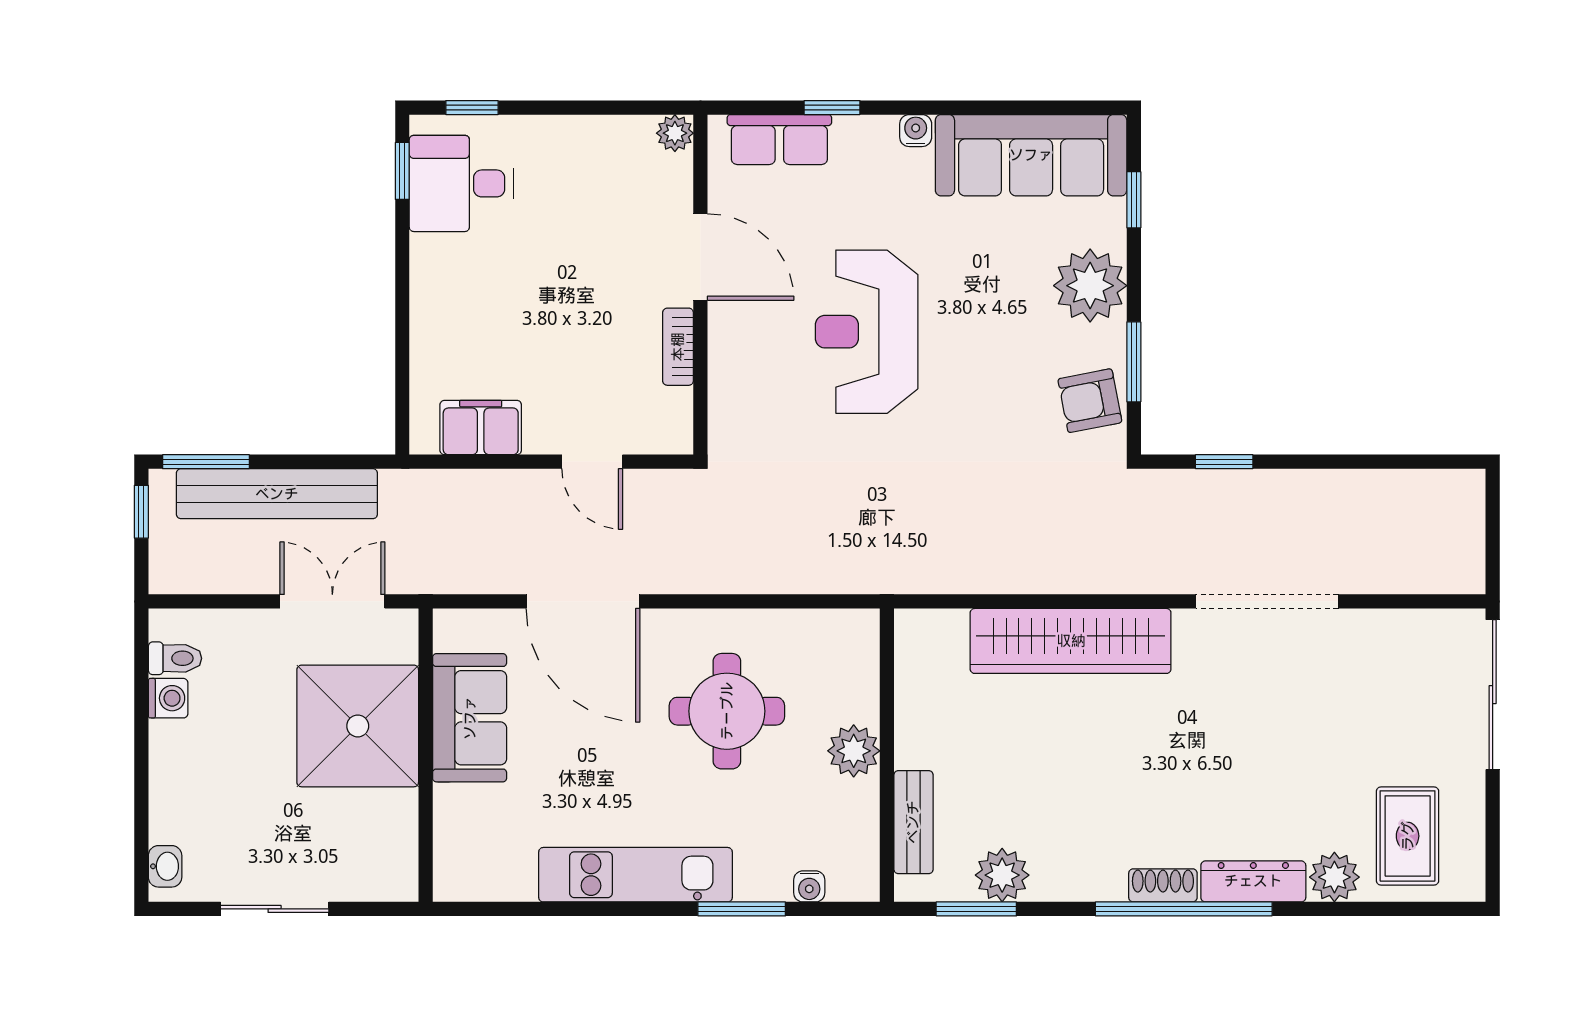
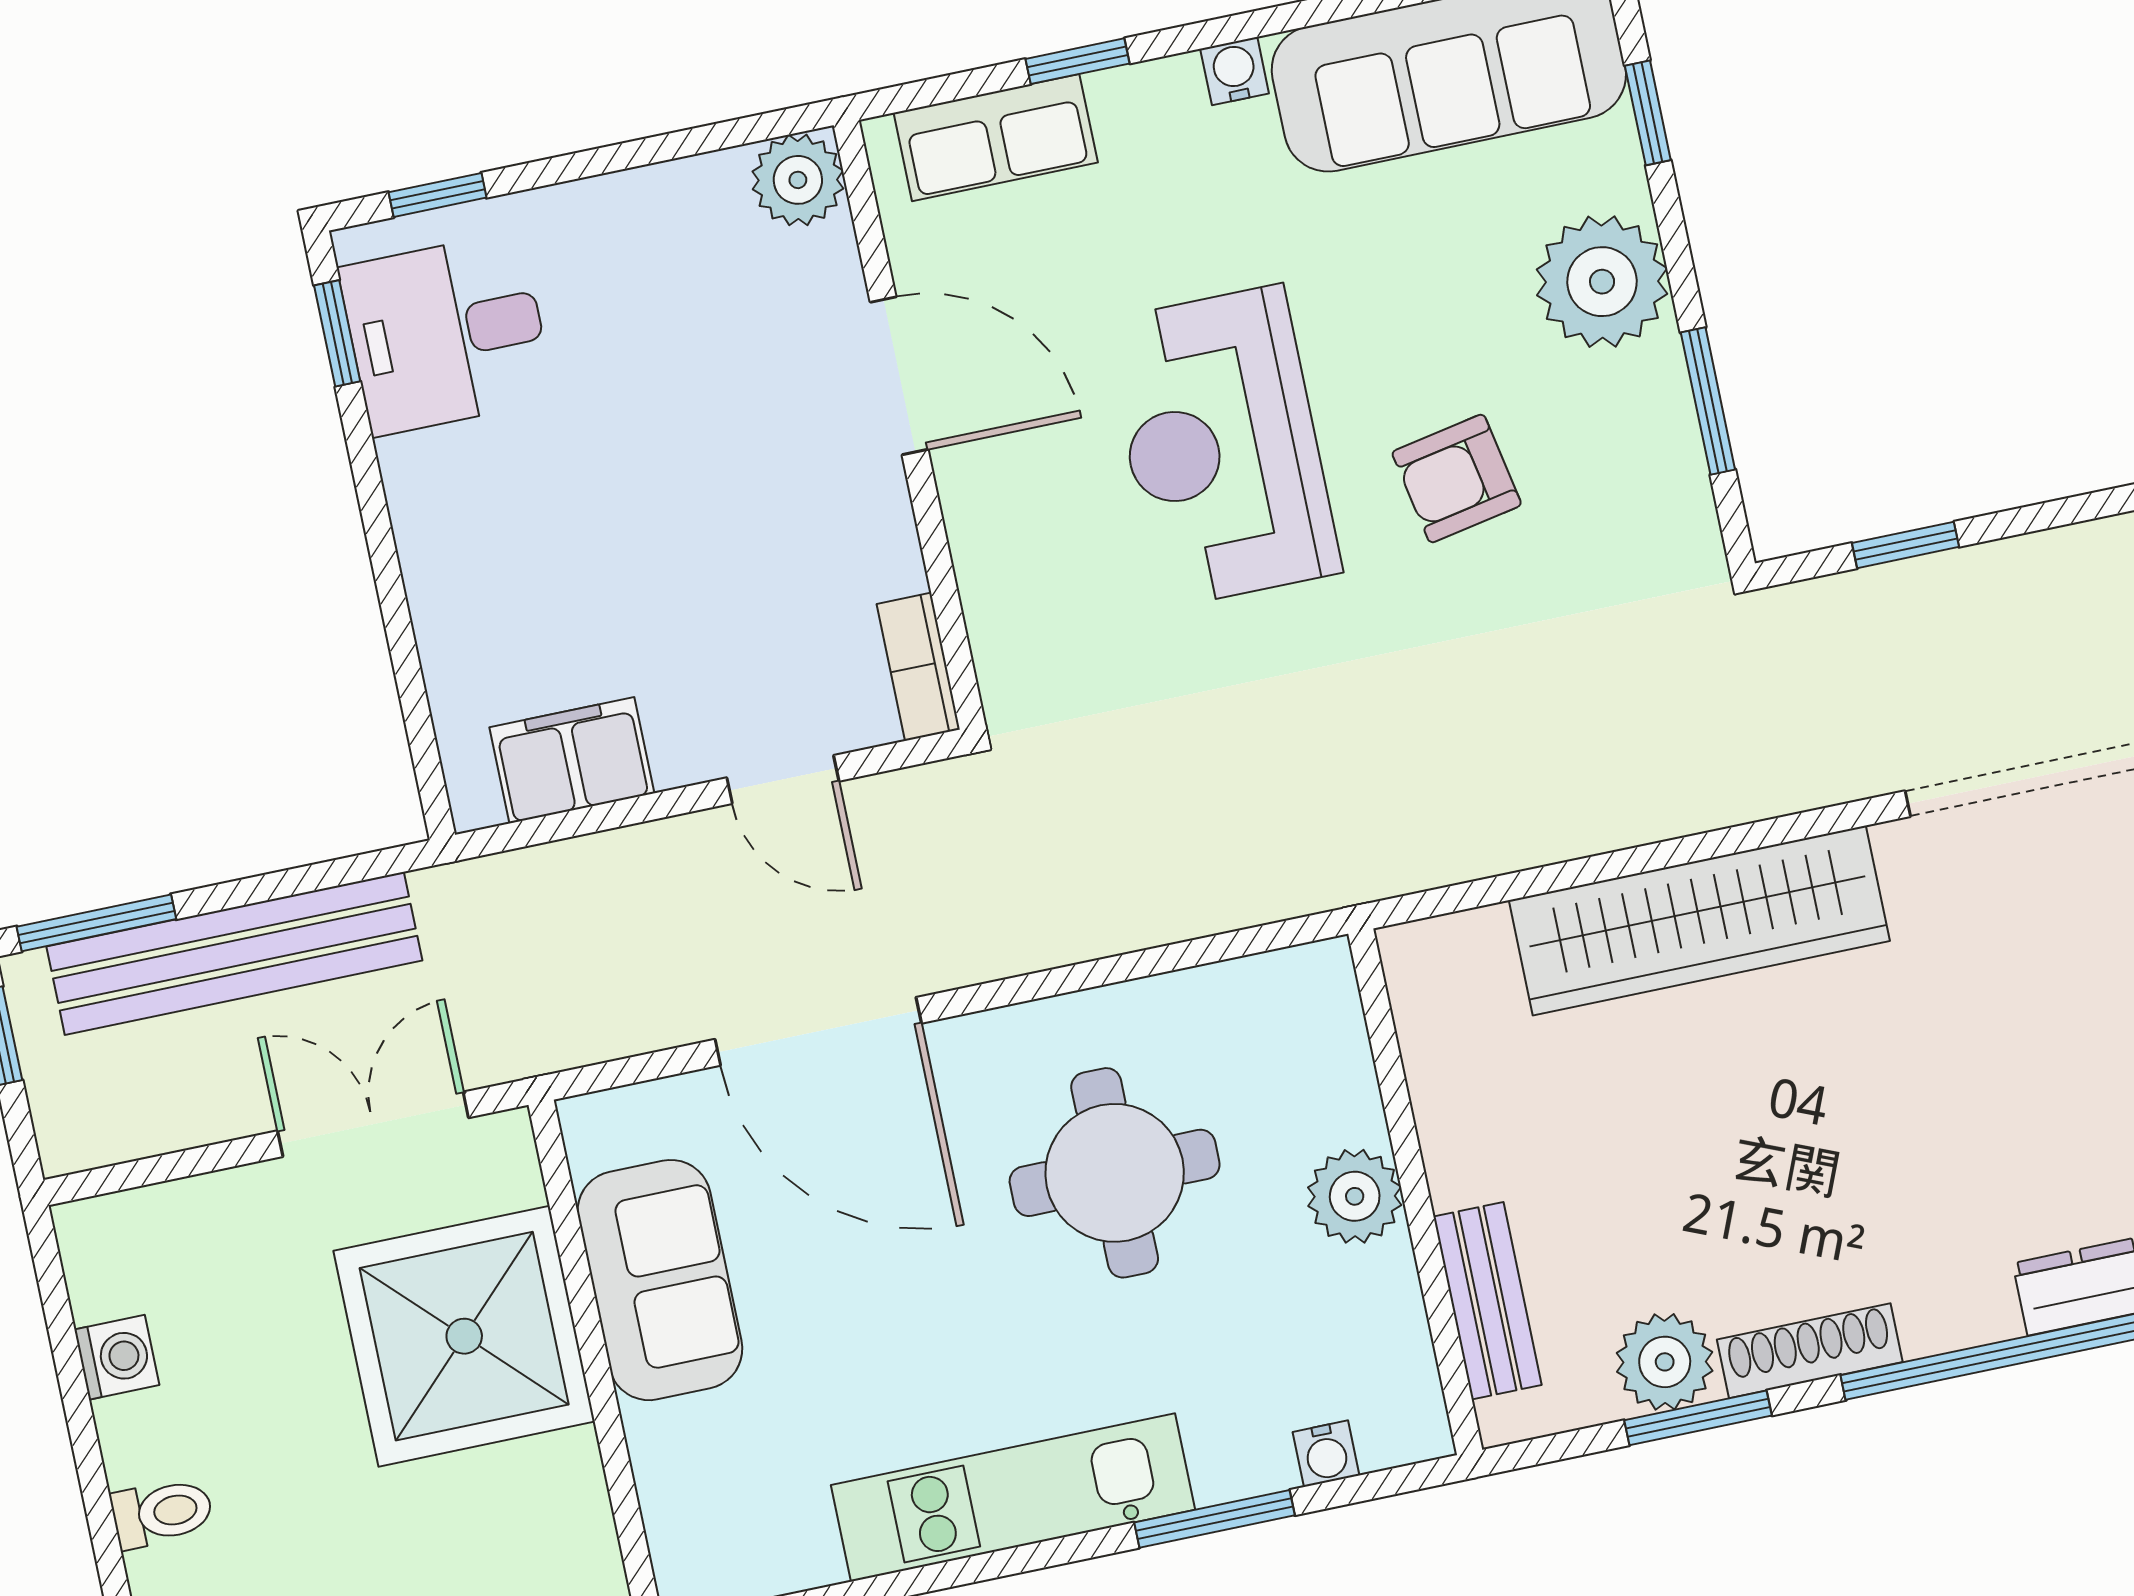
plant: (675, 133) -> (798, 180), width x1.38, depth x1.38
bookcase: (678, 347) -> (918, 667), moved
armchair: (1090, 401) -> (1457, 478), moved
toilet: (175, 658) -> (162, 1513), moved
shoe rack: (1163, 885) -> (1810, 1351), moved, width x1.43
window: (976, 909) -> (1698, 1418), moved

